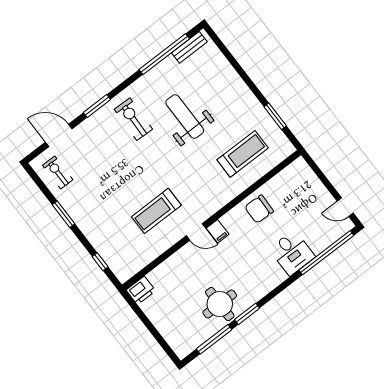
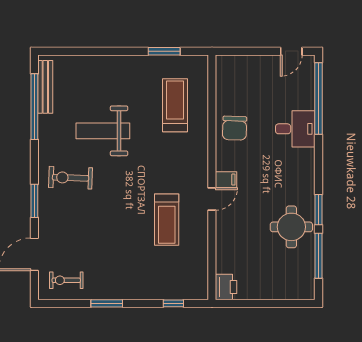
bench: (189, 47) -> (45, 87), width x1.36

